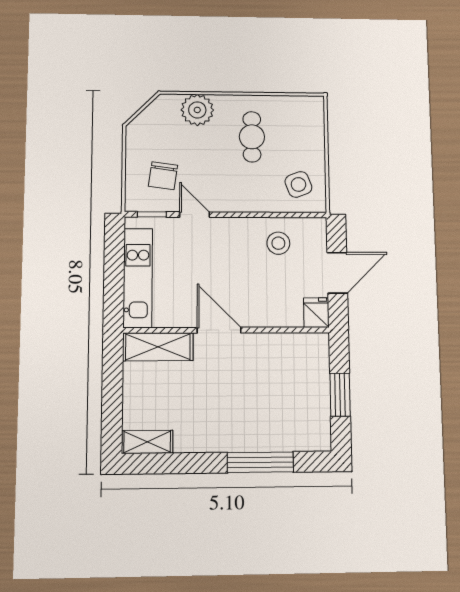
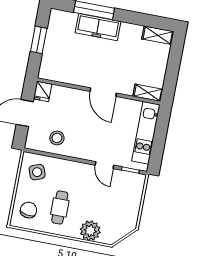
chair: (163, 176) -> (29, 210), moved
shelving: (158, 347) -> (148, 93), width x0.67, depth x0.75
freezer: (248, 436) -> (98, 27), added

